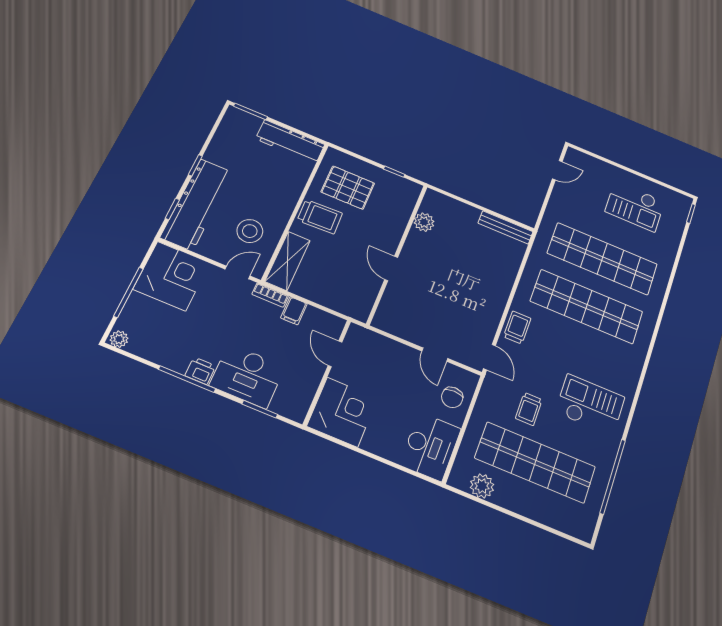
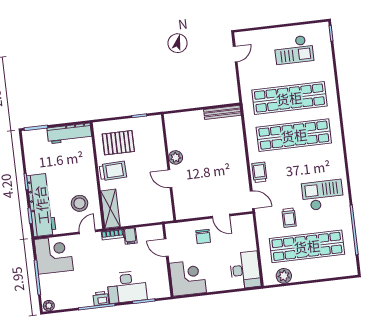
plant: (424, 222) -> (176, 157), moved
chair: (452, 397) -> (203, 236), moved

